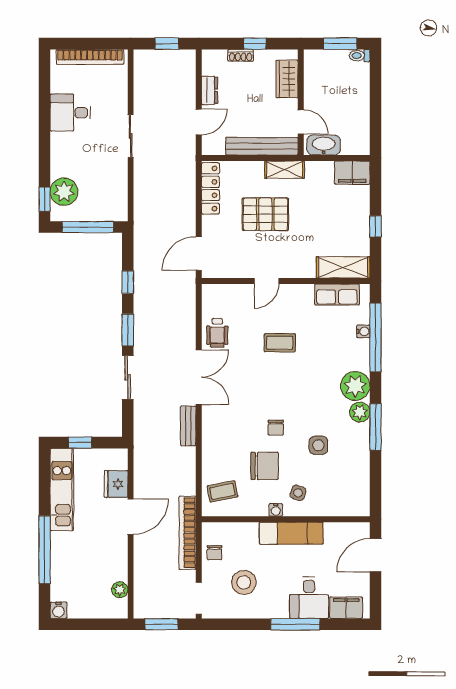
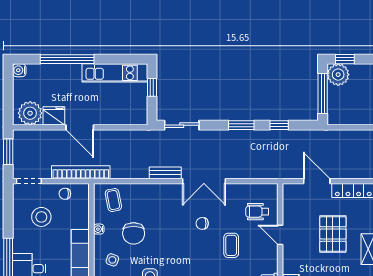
plant: (64, 192) -> (338, 75), moved
door: (199, 253) -> (317, 181), moved
wheelchair: (217, 333) -> (257, 212), moved
sliding door: (128, 378) -> (182, 125), moved
chair: (276, 428) -> (202, 223), moved
fridge: (116, 484) -> (54, 116), moved
water cooler: (276, 510) -> (99, 229), moved
door: (131, 517) -> (80, 127), moved
plant: (120, 590) -> (30, 113), width x1.88, depth x1.88

